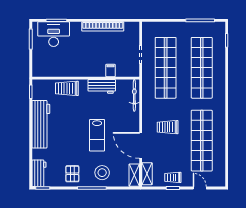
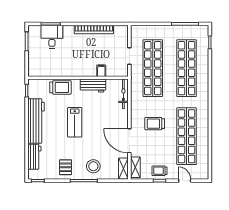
desk: (54, 34) -> (52, 37), width x0.73
trolley: (67, 88) -> (60, 87), turned 180
lab bench: (97, 135) -> (75, 122), moved
workbench: (39, 173) -> (34, 157), moved

